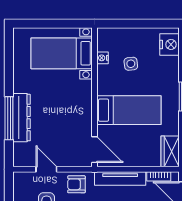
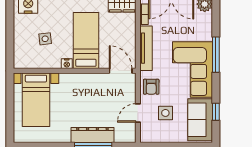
nightstand: (103, 58) -> (67, 64), moved
door: (94, 150) -> (121, 71), hinge flipped

